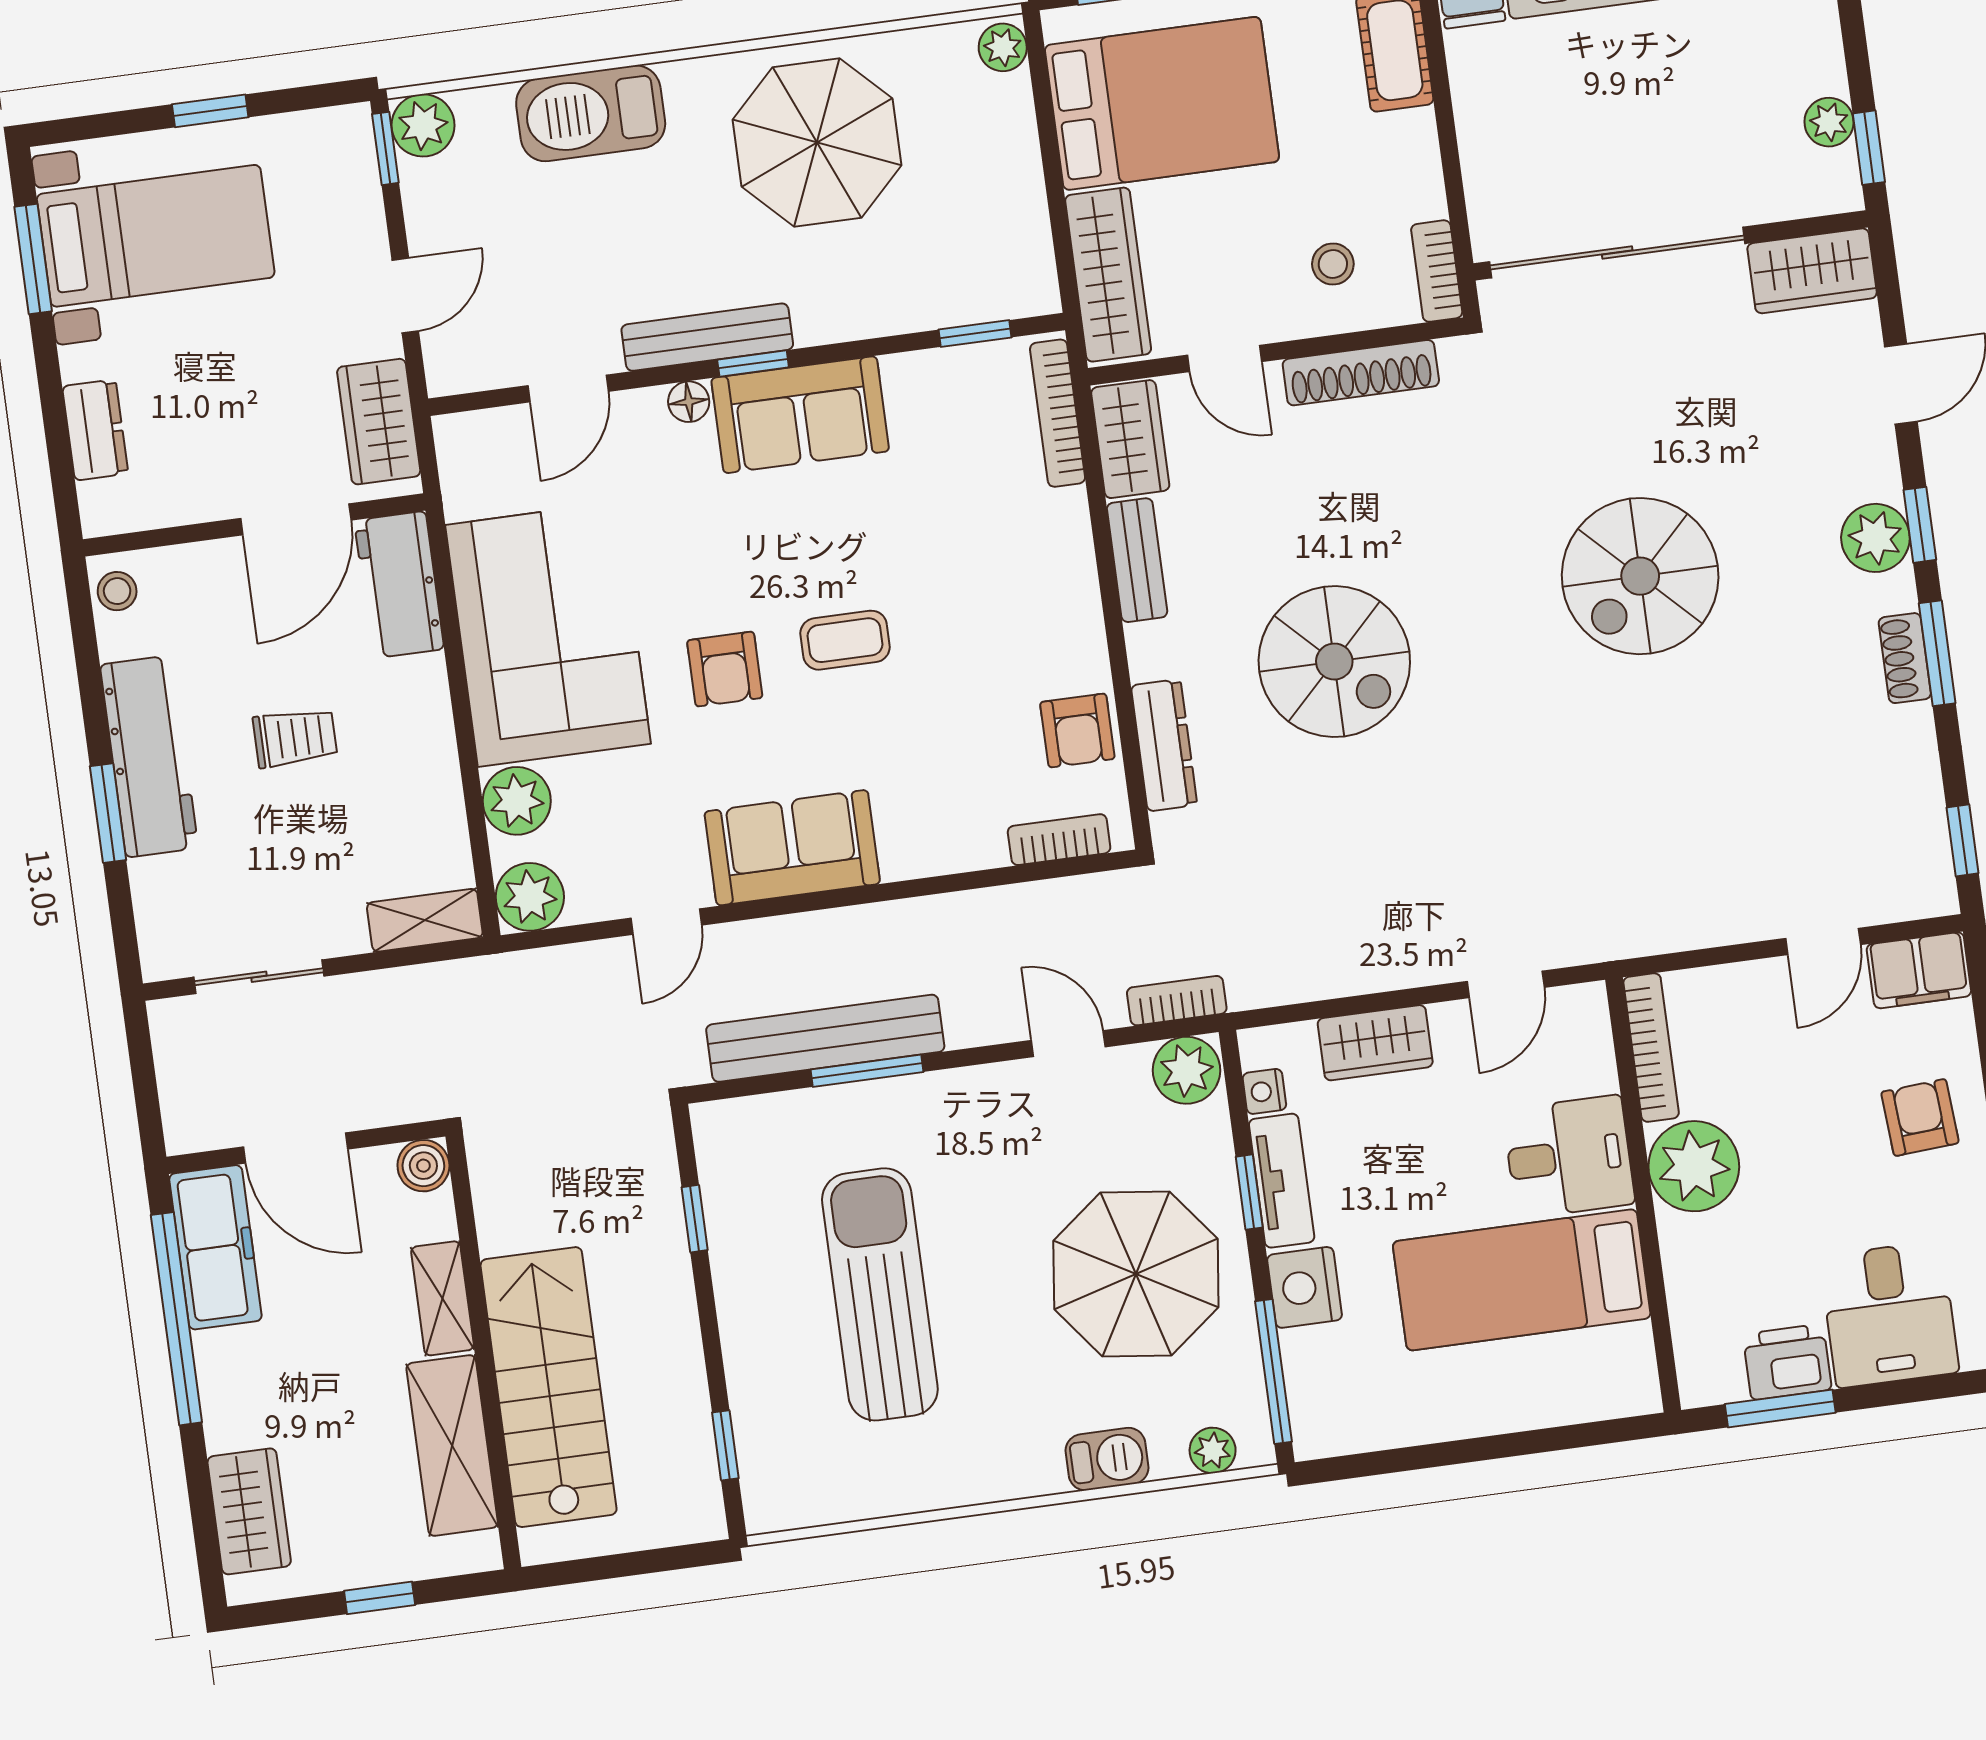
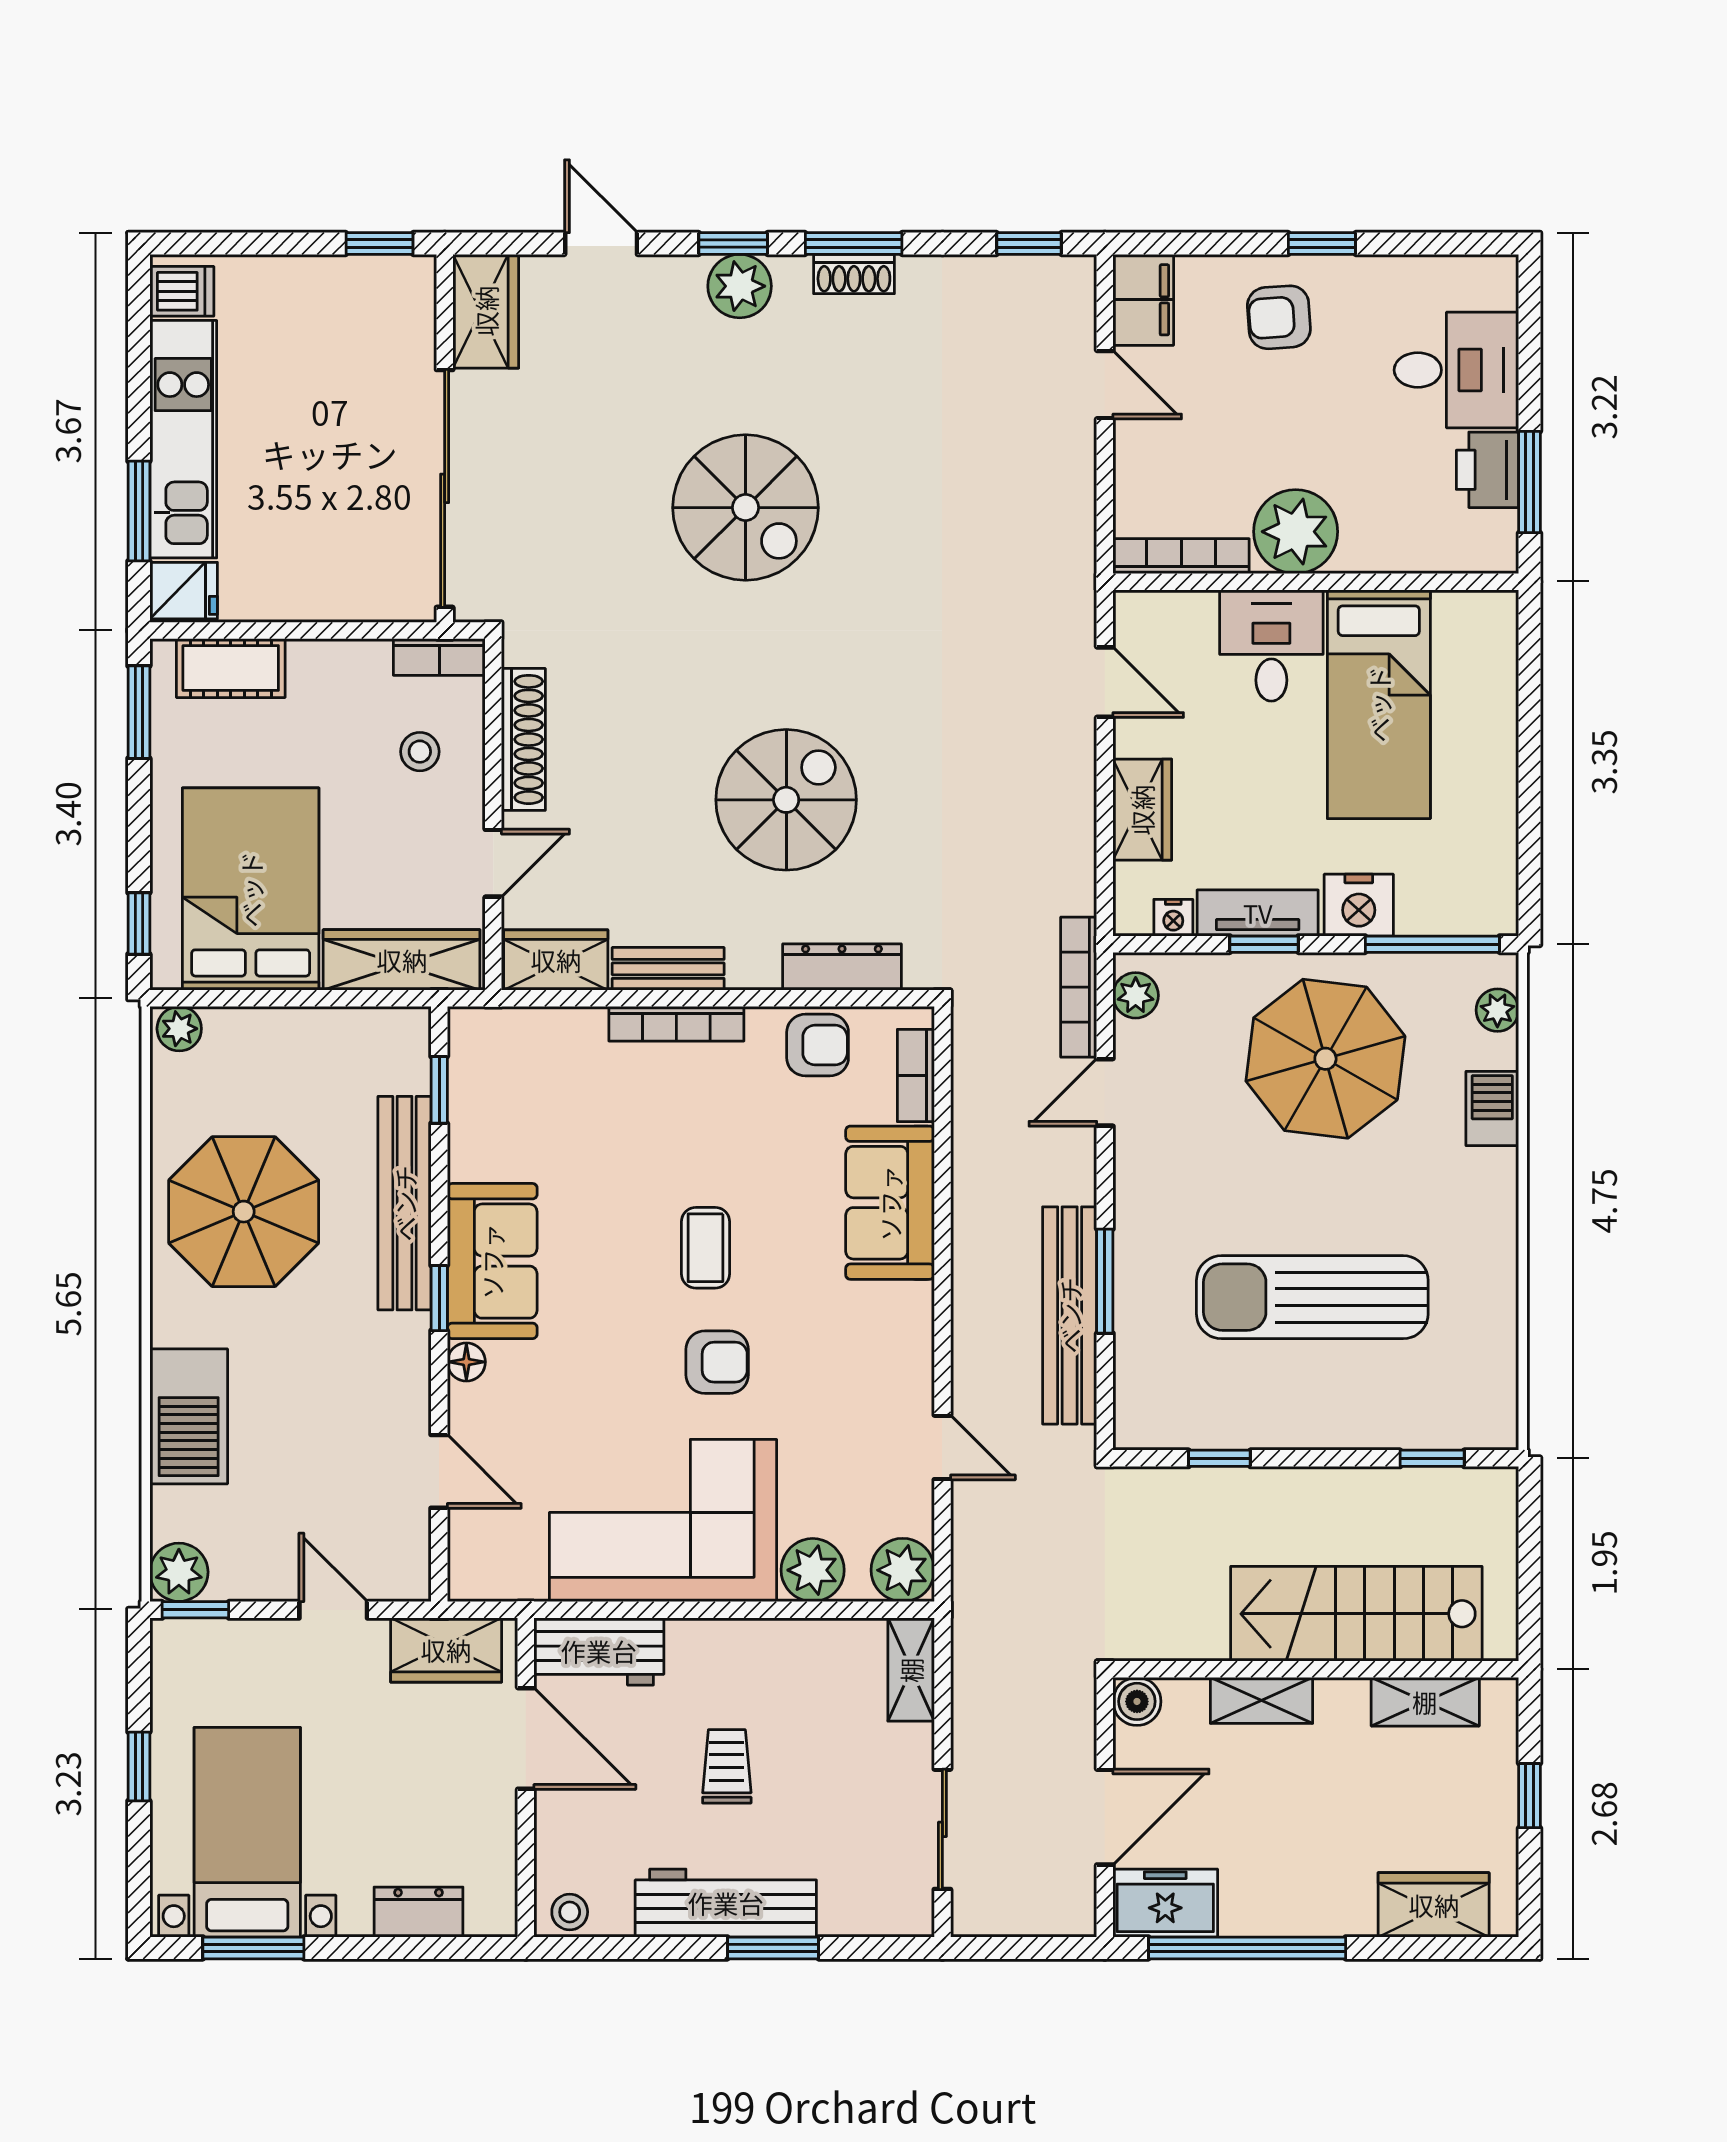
plant: (1829, 122) -> (351, 277), removed
bench: (707, 337) -> (405, 1203), moved, width x1.37, depth x1.21
bookcase: (1058, 413) -> (676, 1024), moved
sofa: (792, 848) -> (890, 1203), moved
bookcase: (1177, 1001) -> (1079, 987), width x1.56
plant: (1186, 1070) -> (1136, 995), width x0.73, depth x0.73
freezer: (215, 1247) -> (1165, 1903), width x0.71
shelving: (452, 1445) -> (1425, 1702), width x0.67, depth x0.75

